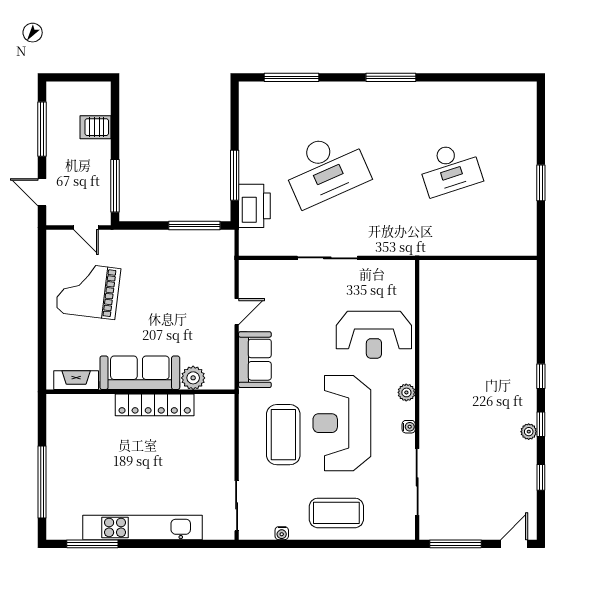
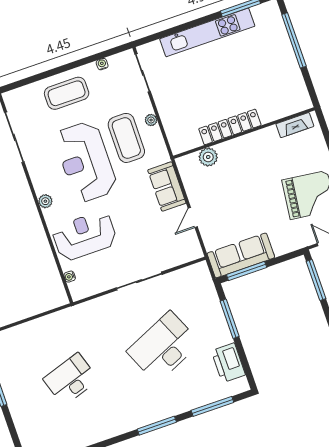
window: (391, 77) -> (157, 426), moved
printer: (254, 206) -> (228, 363), moved
sofa: (140, 373) -> (241, 255), moved, turned 180
reception desk: (342, 423) -> (86, 162), turned 180
water cooler: (409, 427) -> (70, 277), moved
plant: (246, 446) -> (151, 120), added

